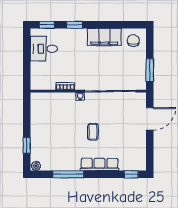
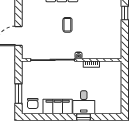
window: (47, 25) -> (107, 117), removed
desk: (44, 49) -> (84, 102), moved, turned 90
window: (150, 70) -> (19, 94), moved

